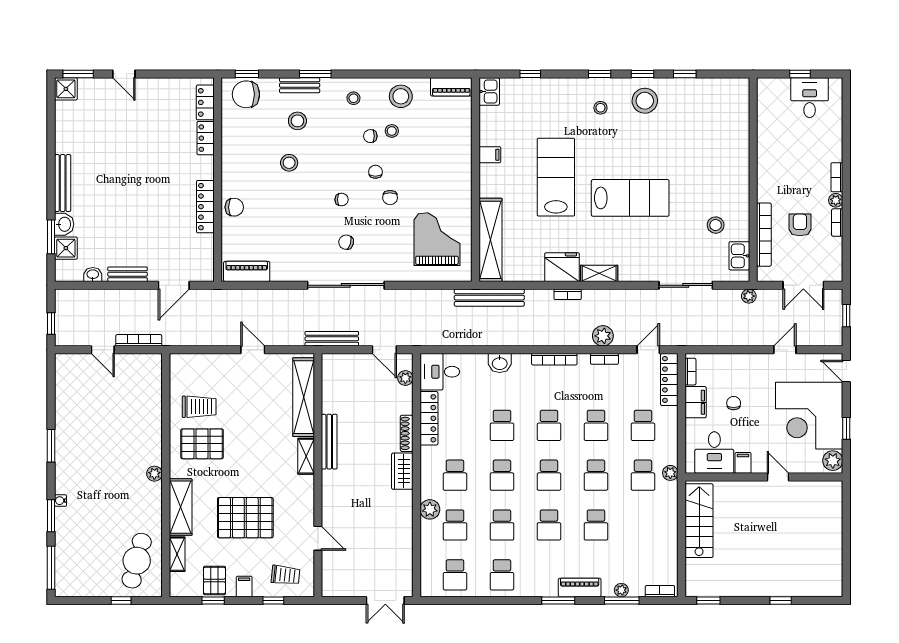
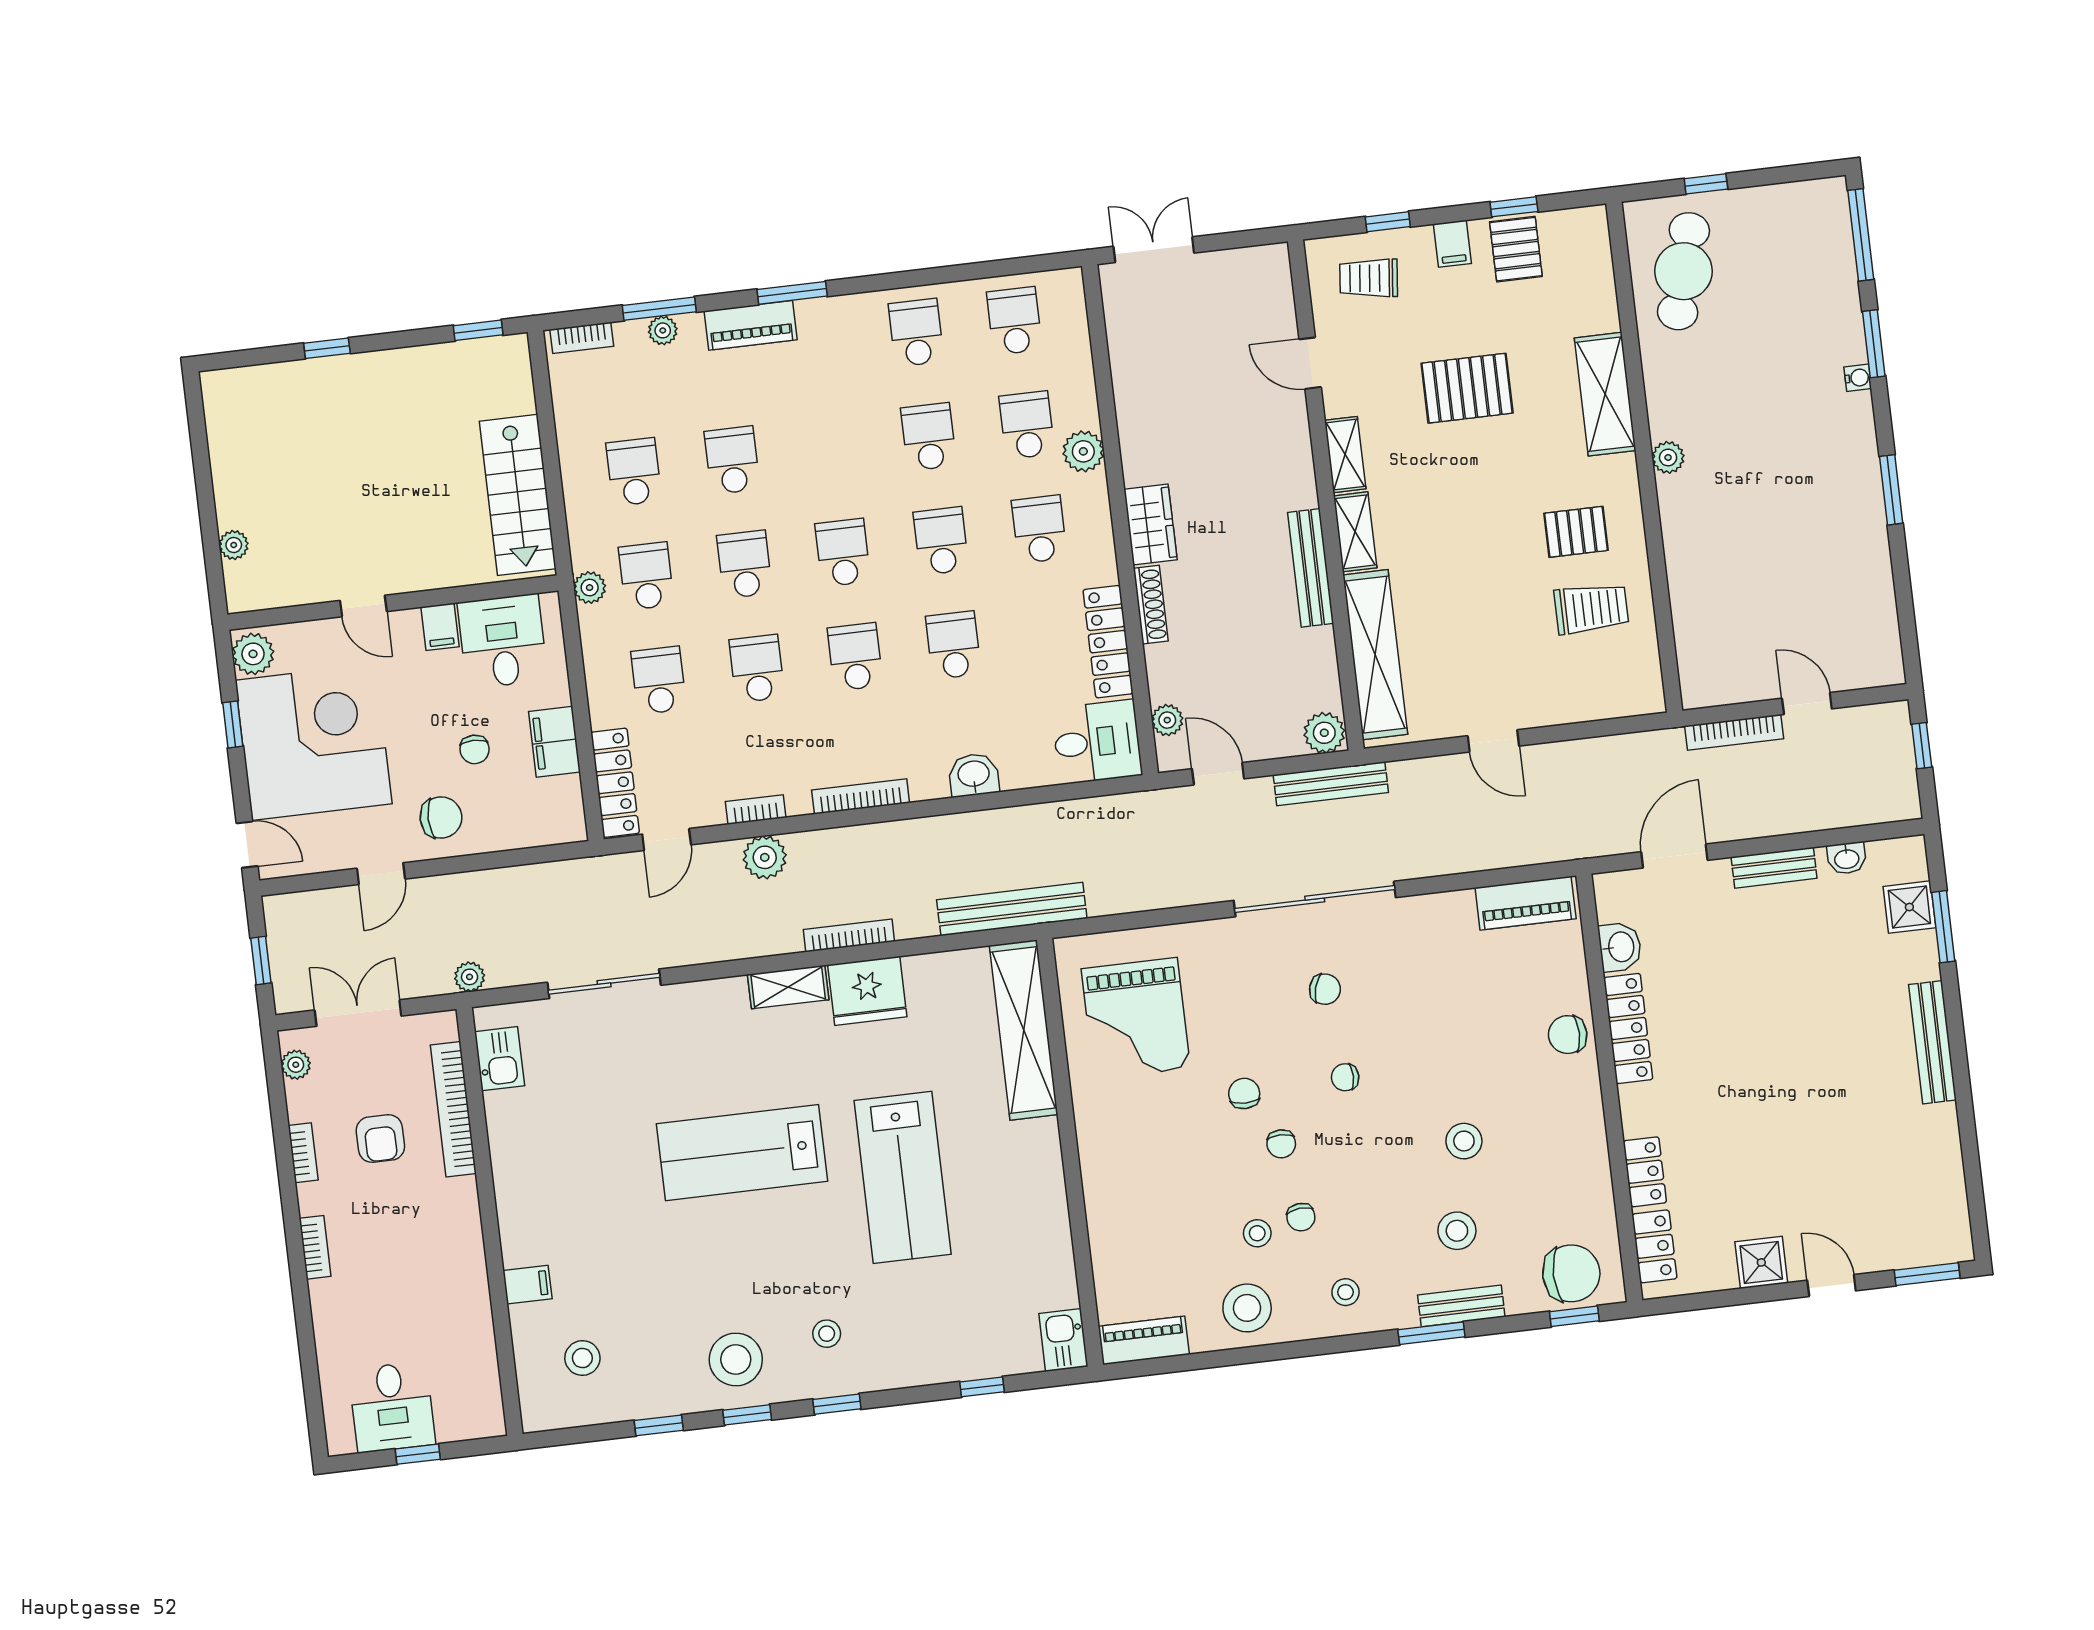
shower: (66, 89) -> (1761, 1262), moved
chair: (370, 136) -> (1301, 1217), turned 85
filing cabinet: (490, 155) -> (527, 1285), moved, turned 180
plant: (836, 200) -> (296, 1065), moved
washbasin: (64, 224) -> (1620, 947), moved, turned 180
stool: (716, 225) -> (582, 1358), moved
bookcase: (568, 294) -> (849, 935), width x1.56
plant: (332, 363) -> (1324, 733), added
bookcase: (690, 372) -> (573, 804), removed
chair: (753, 373) -> (441, 818), added
trolley: (199, 407) -> (1591, 609), turned 180
pallet: (202, 444) -> (1576, 532), width x0.67, depth x0.71
plant: (836, 513) -> (234, 545), added
pallet: (245, 518) -> (1467, 388), width x0.73, depth x0.71
school desk: (549, 525) -> (634, 472), moved
shelving: (177, 554) -> (1345, 455), moved

